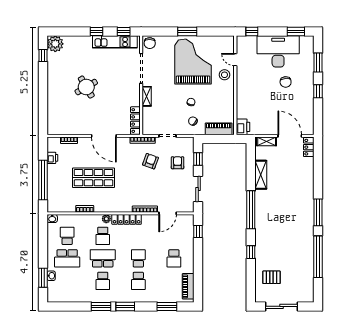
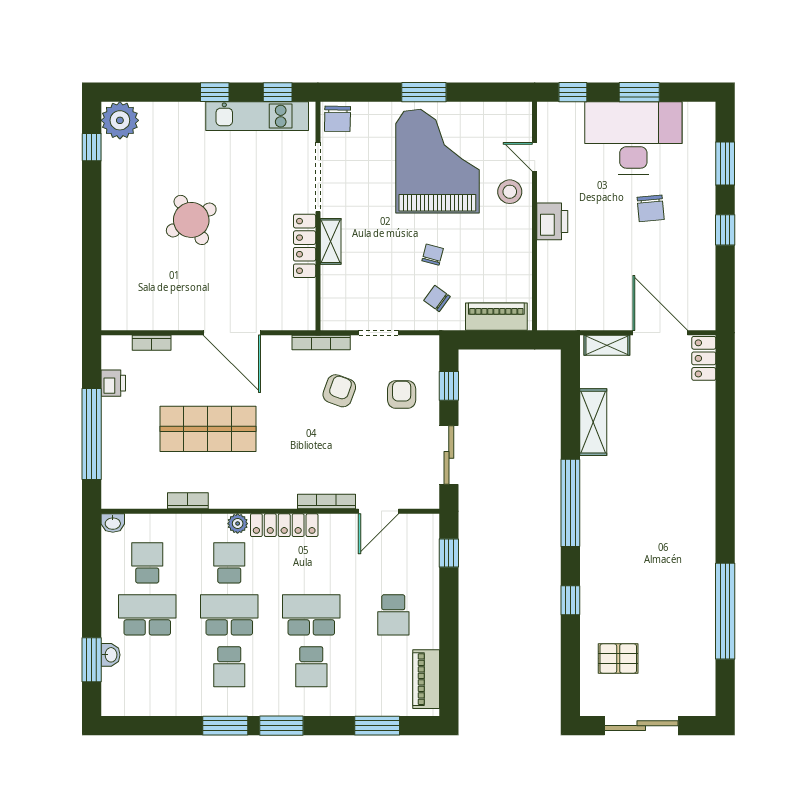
window: (296, 32) -> (639, 92), moved
locker: (135, 121) -> (305, 246), moved
printer: (243, 127) -> (552, 221), moved
window: (318, 212) -> (725, 509), removed
school desk: (103, 236) -> (229, 563), turned 180
school desk: (67, 258) -> (147, 615), turned 180
school desk: (138, 258) -> (311, 615), width x1.85

